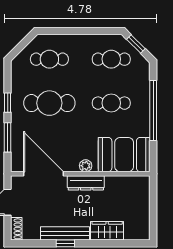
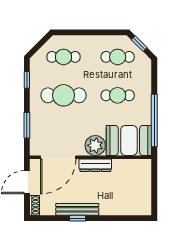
window: (8, 103) -> (27, 80), moved
window: (153, 111) -> (154, 121), moved
plant: (86, 166) -> (95, 145), width x1.87, depth x1.87
door: (43, 174) -> (58, 157), swing flipped
wardrobe: (107, 231) -> (114, 207), removed

